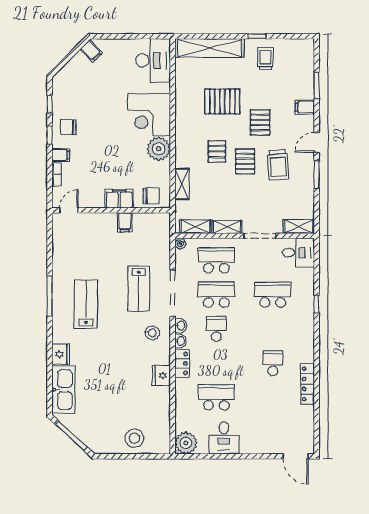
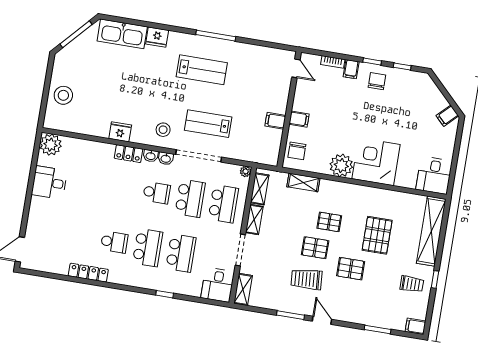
desk: (153, 60) -> (434, 175), width x0.73
filing cabinet: (305, 107) -> (415, 326), moved, turned -90
filing cabinet: (119, 199) -> (299, 119), width x0.50
school desk: (216, 397) -> (148, 248), moved

